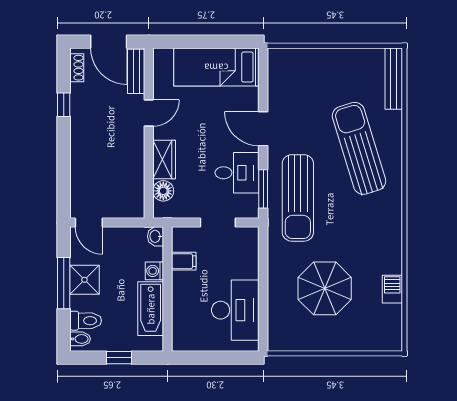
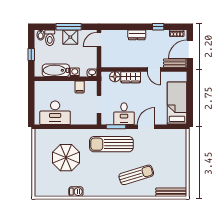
dresser: (80, 147) -> (137, 35), added
sun lounger: (359, 148) -> (136, 175), width x0.73, depth x0.75
barbecue: (392, 289) -> (76, 192), moved

